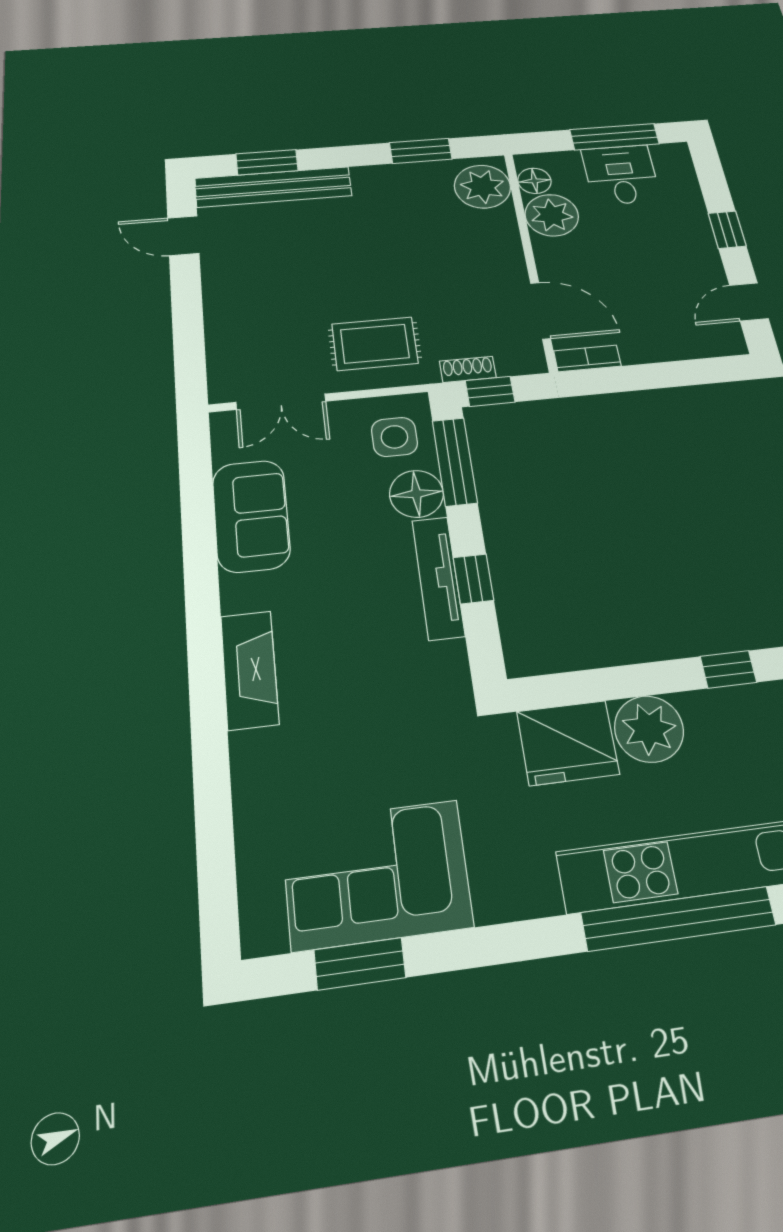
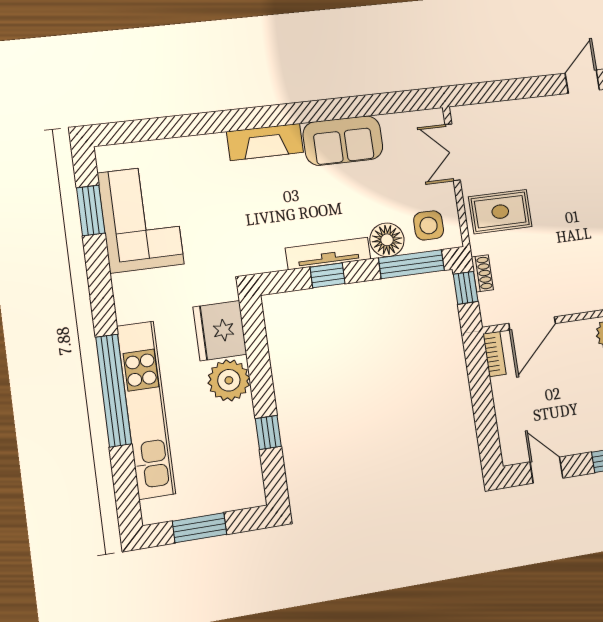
rug: (375, 344) -> (500, 212), turned 90
sofa: (251, 516) -> (343, 141), moved

